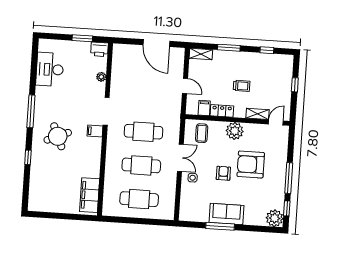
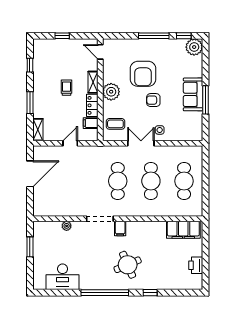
printer: (99, 49) -> (196, 265), moved, turned 180
window: (31, 111) -> (105, 293), width x1.46
shelving: (258, 114) -> (93, 82), moved

